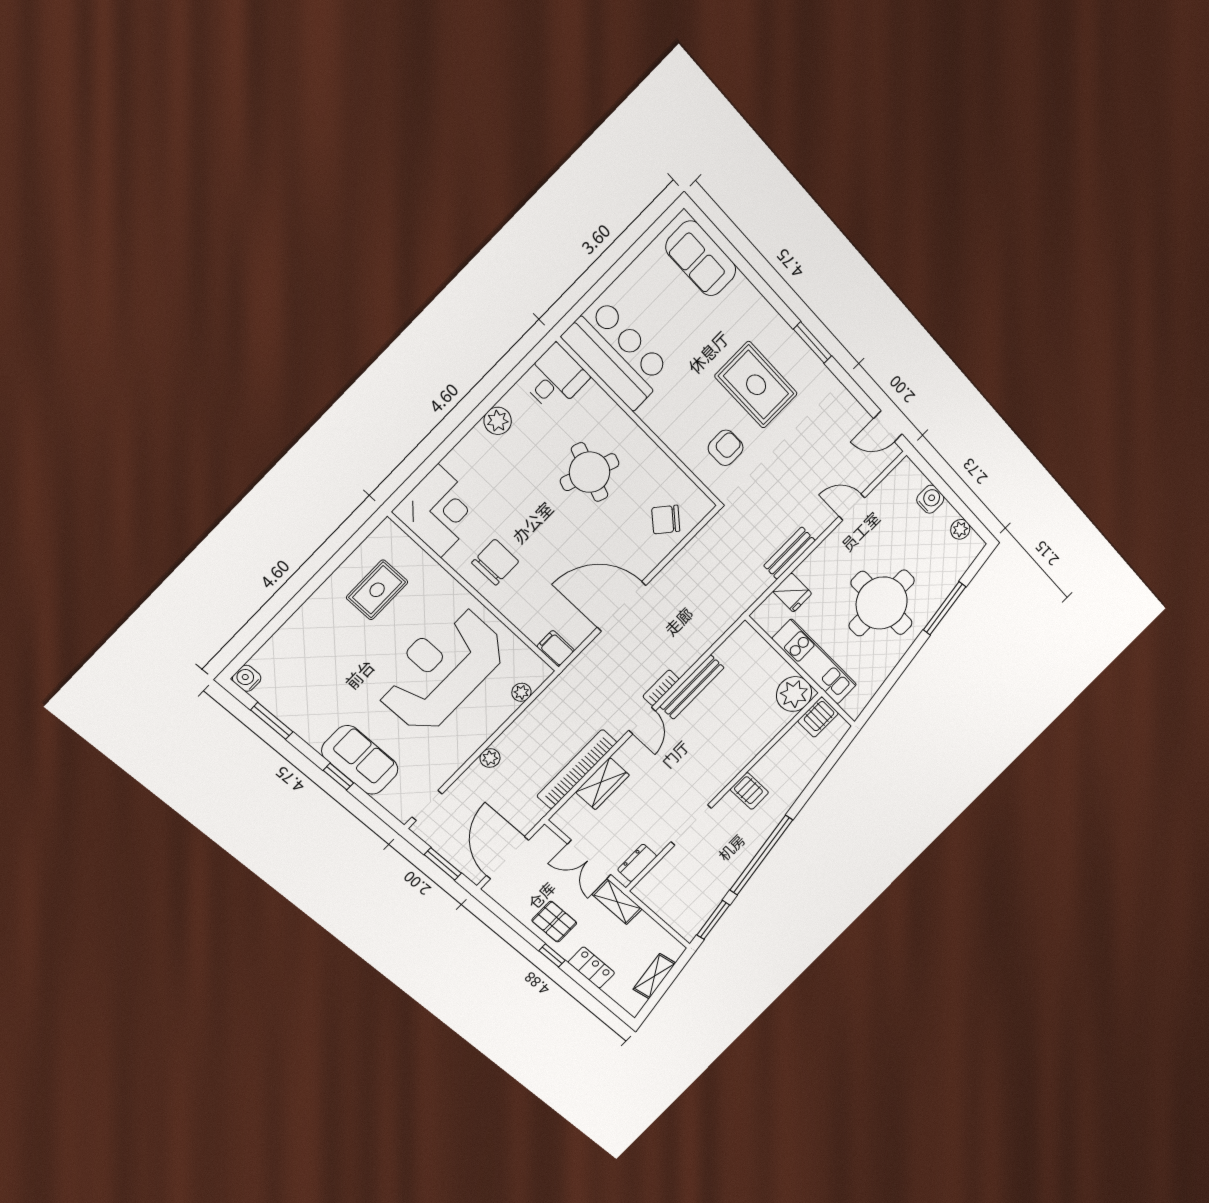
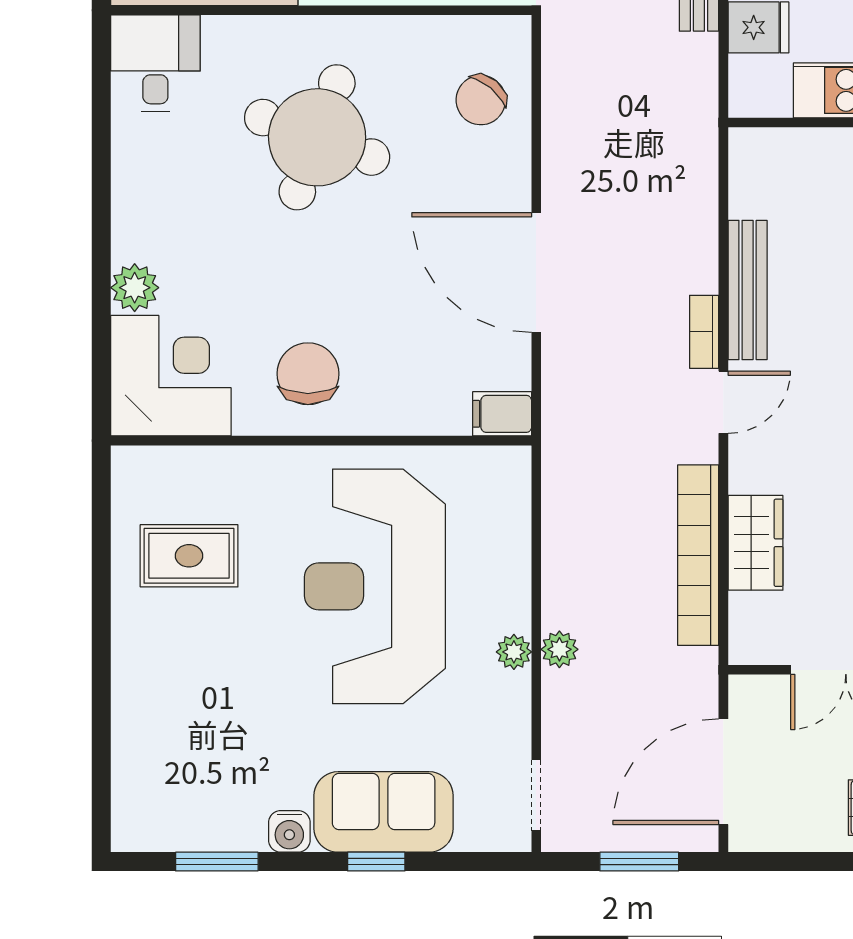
plant: (498, 421) -> (135, 288), moved
round table: (590, 472) -> (317, 137), width x1.36, depth x1.36
rug: (377, 590) -> (189, 556), turned 90
door: (621, 606) -> (536, 273), hinge flipped
water cooler: (247, 678) -> (289, 831), moved, turned -90
plant: (521, 692) -> (514, 652), moved
door: (642, 721) -> (723, 402), hinge flipped
door: (507, 858) -> (723, 772), hinge flipped

